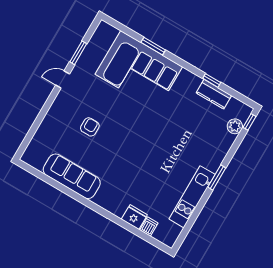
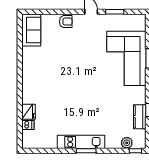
armchair: (90, 127) -> (66, 22), moved
sofa: (72, 176) -> (31, 30), moved, width x0.73
kitchen unit: (192, 197) -> (81, 142), moved

